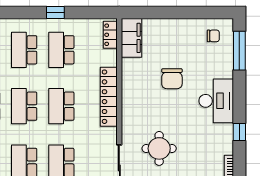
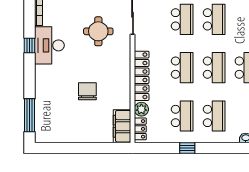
chair: (213, 36) -> (52, 128), removed
plant: (109, 58) -> (141, 109), added
desk: (216, 101) -> (49, 45), moved

